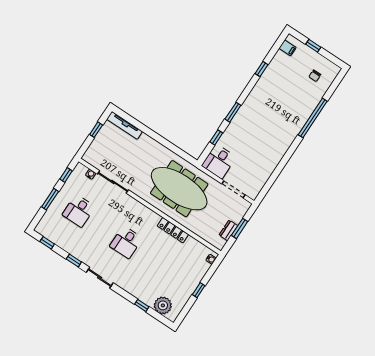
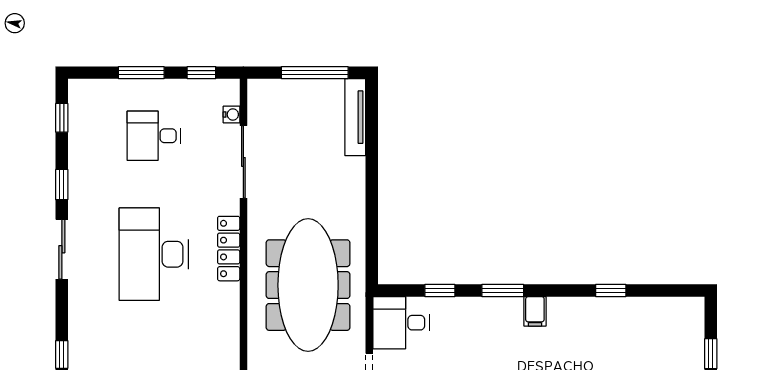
filing cabinet: (287, 48) -> (535, 311), moved
window: (96, 130) -> (315, 73), width x2.17
locker: (173, 230) -> (229, 249), moved
desk: (126, 242) -> (154, 254), width x1.87, depth x1.30

